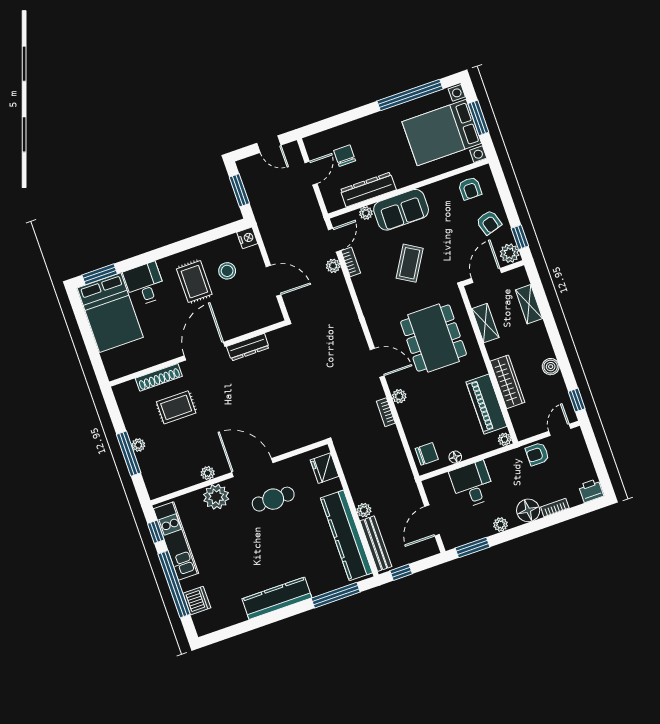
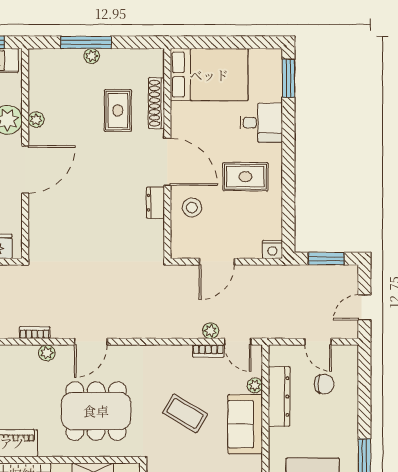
stool: (227, 271) -> (192, 207), moved
bed: (110, 313) -> (209, 75), moved, turned 180
dresser: (248, 347) -> (155, 203), width x0.70

